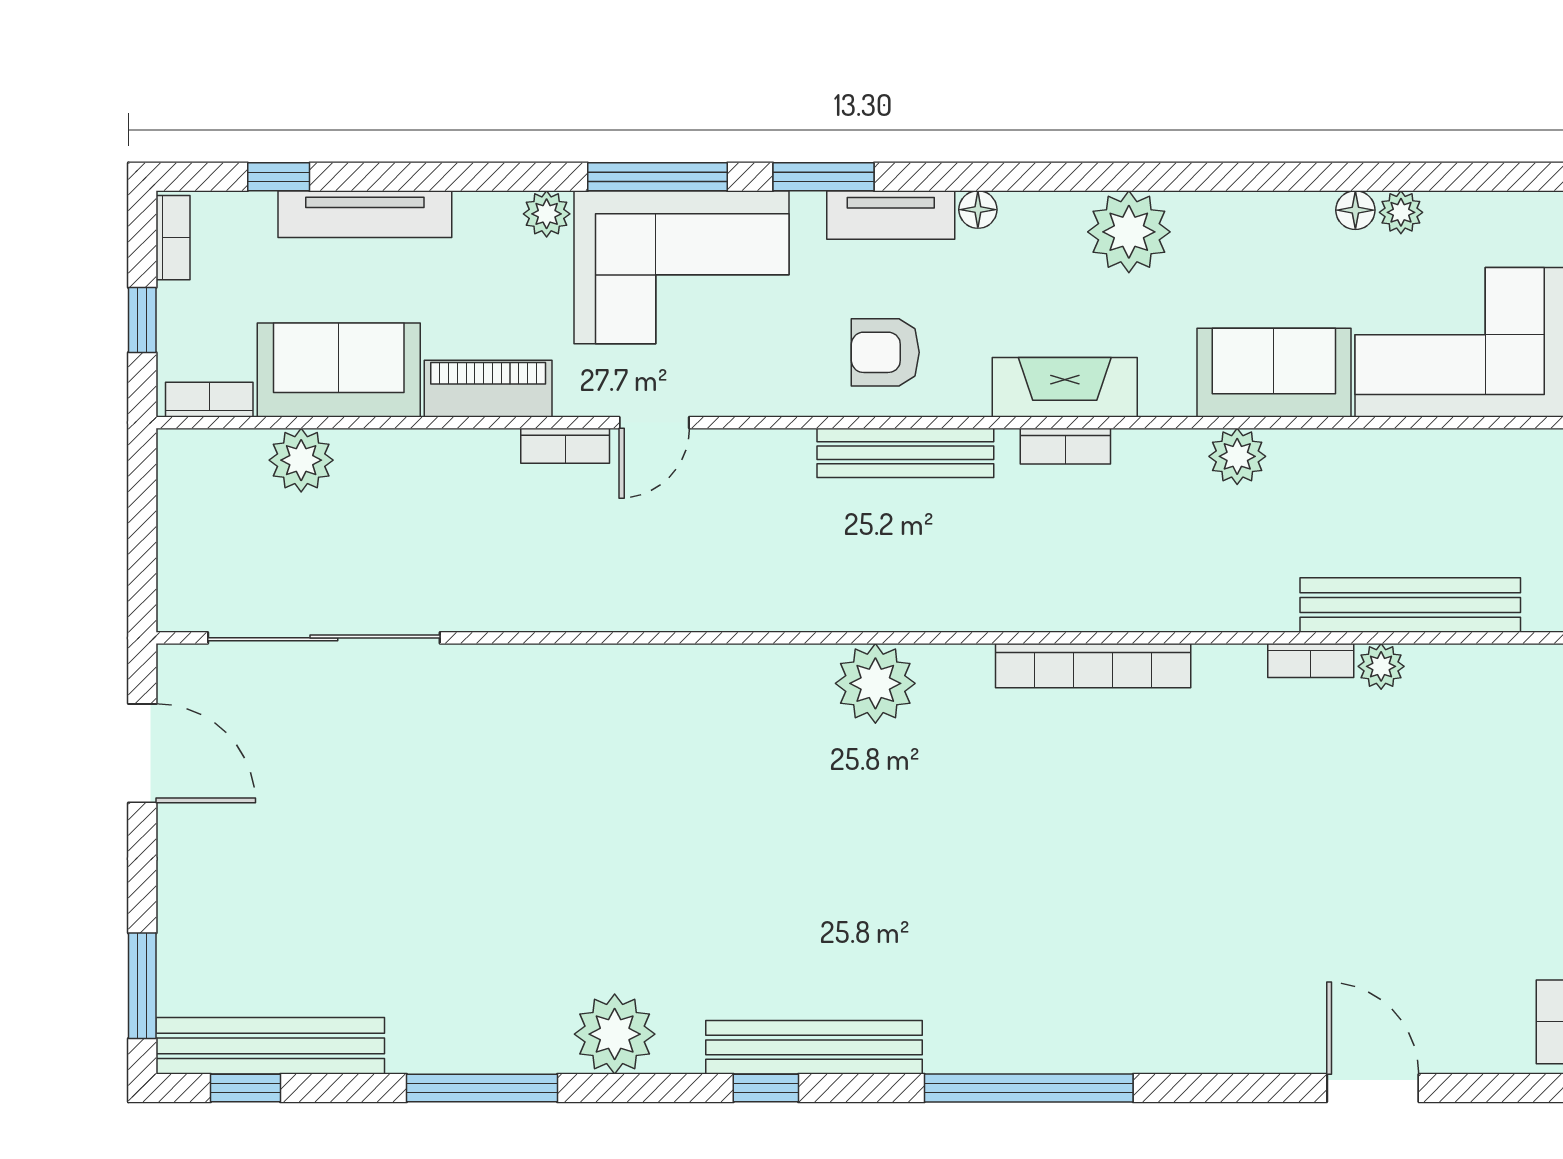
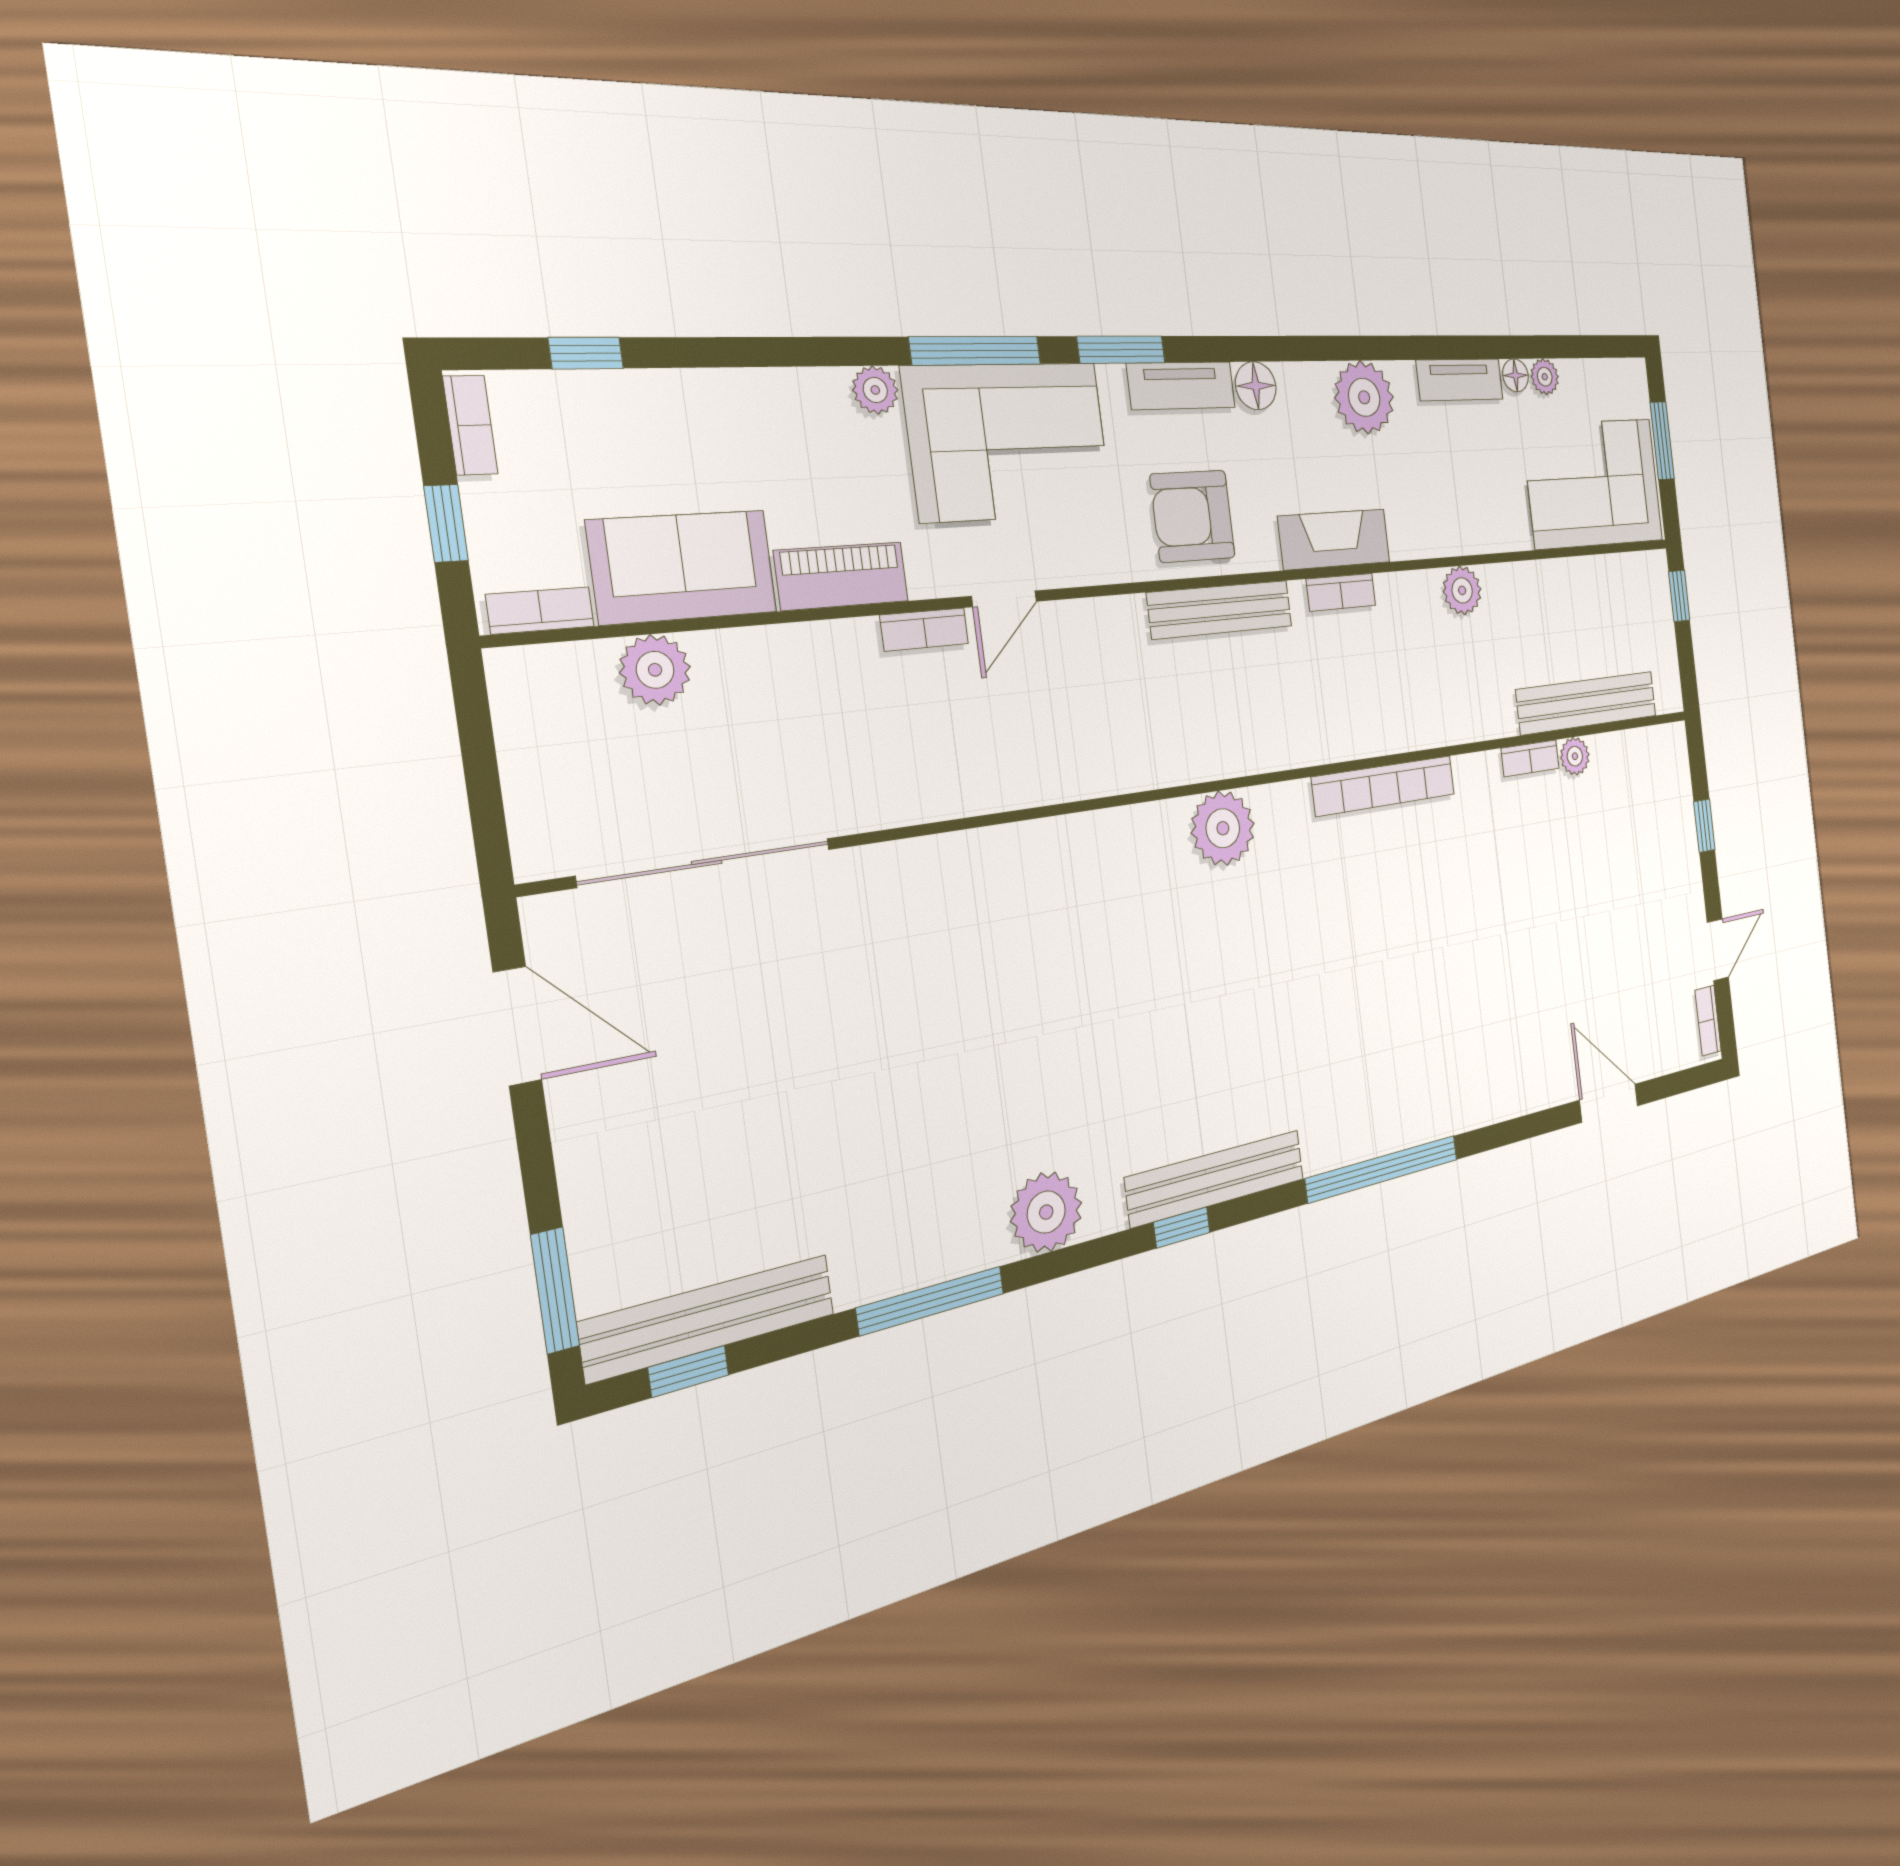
floor lamp: (978, 210) -> (1256, 386), width x1.37, depth x1.37
tv unit: (365, 214) -> (1460, 380), moved, width x0.71
armchair: (885, 352) -> (1193, 516), width x1.38, depth x1.38
sofa: (1274, 373) -> (1478, 516), removed

